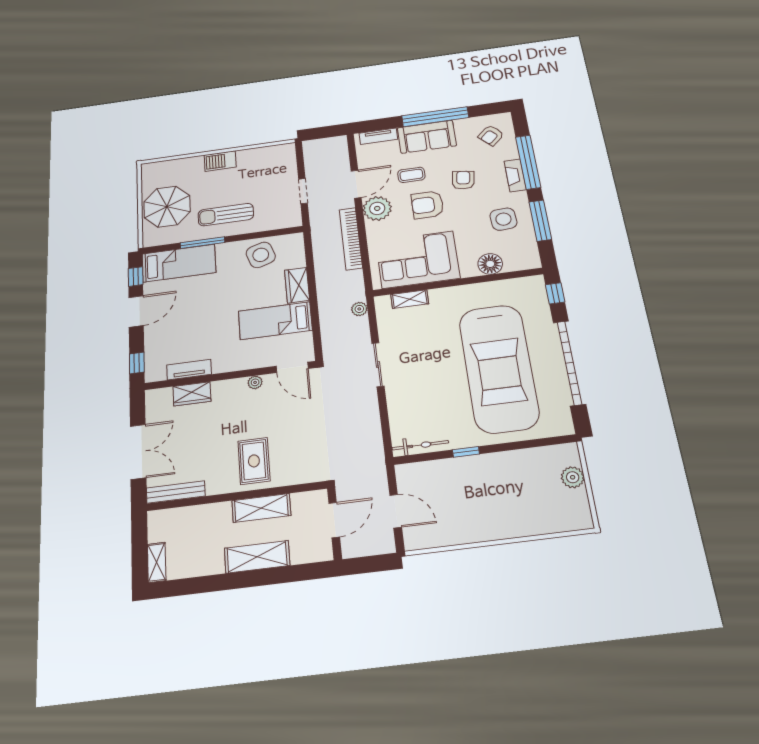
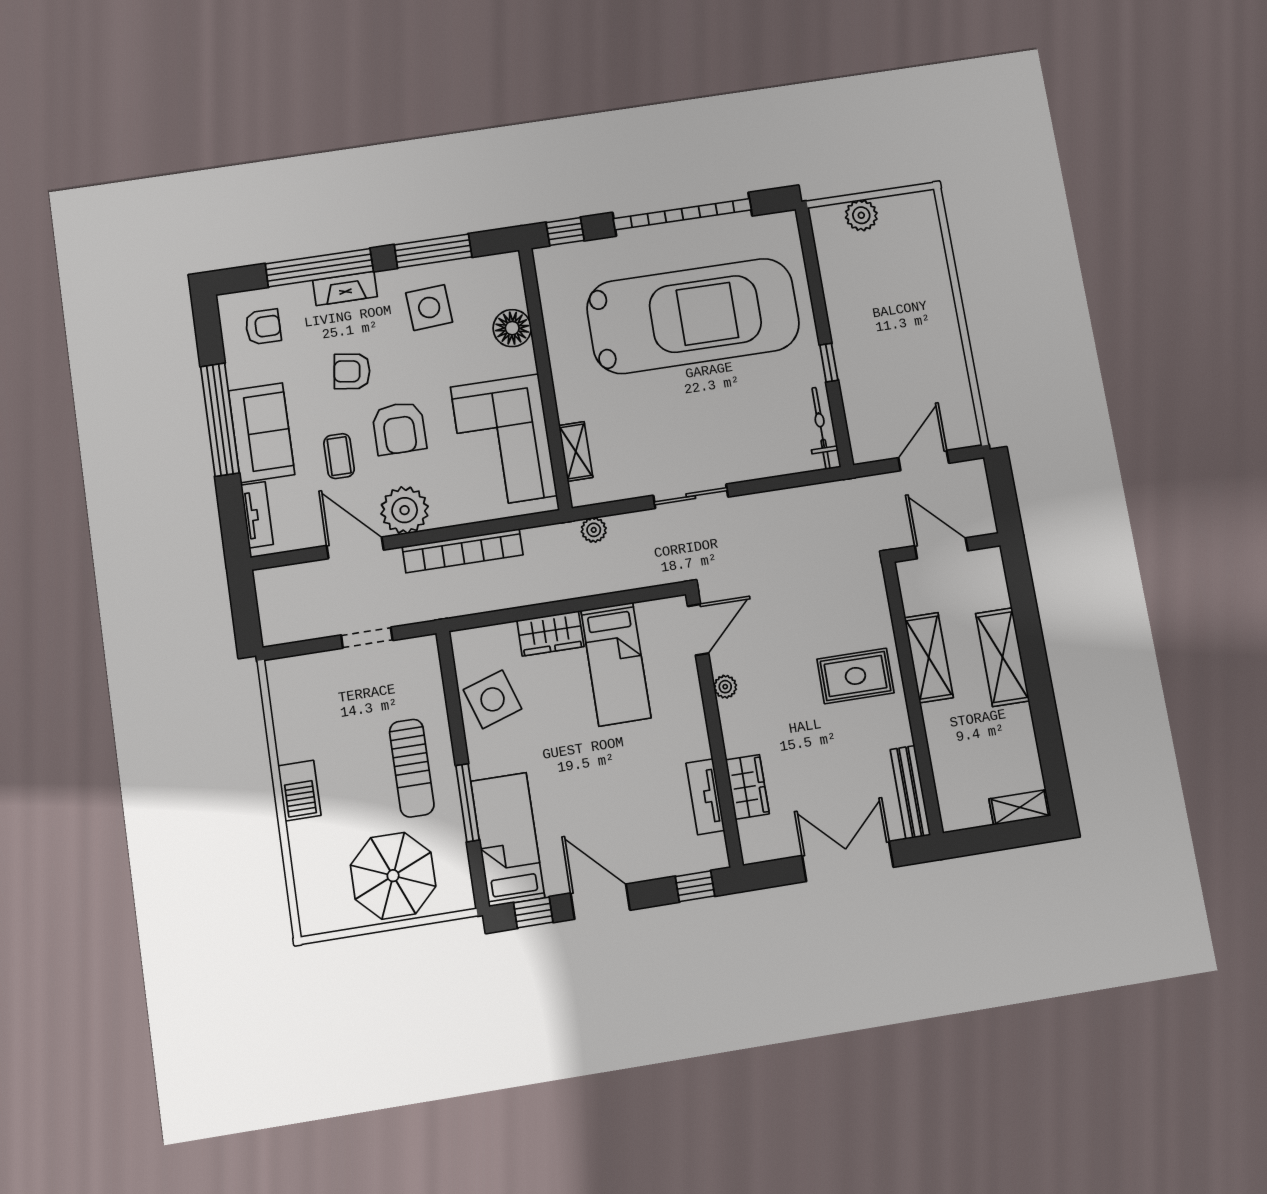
armchair: (491, 135) -> (263, 327), turned -46

